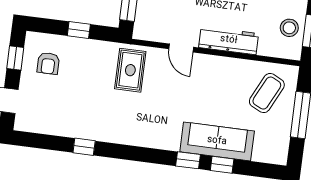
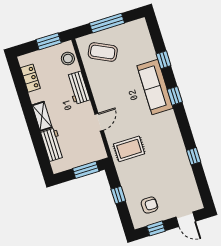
stool: (289, 28) -> (68, 59), moved
workbench: (229, 40) -> (78, 88), width x0.73
sofa: (217, 141) -> (155, 87), moved
window: (188, 160) -> (175, 96), moved

